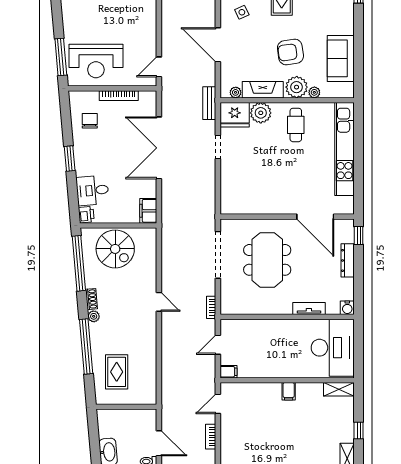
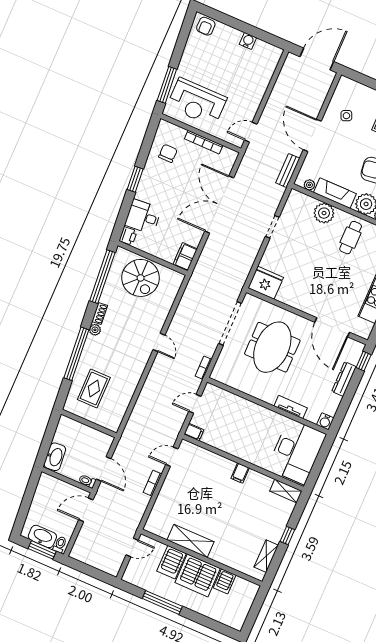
bench: (209, 103) -> (288, 171), moved
fridge: (235, 115) -> (266, 283), moved, turned 180

